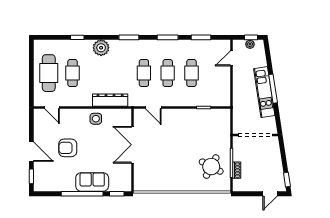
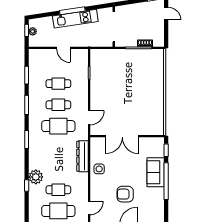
plant: (101, 48) -> (36, 177), moved
door: (231, 58) -> (63, 48), moved
cafe table: (144, 73) -> (58, 126), width x1.37, depth x1.35
armchair: (68, 148) -> (125, 194), turned 90
round table: (211, 167) -> (142, 66), removed

